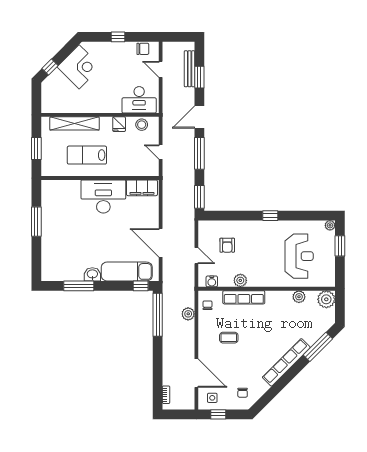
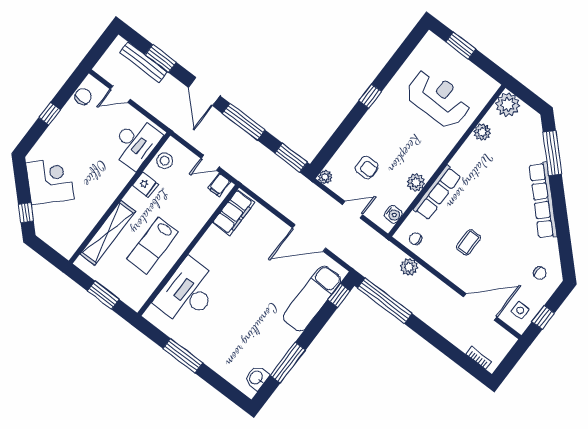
filing cabinet: (152, 167) -> (219, 185), added
desk: (103, 196) -> (188, 292), moved
plant: (330, 225) -> (325, 177), moved
washbasin: (92, 274) -> (256, 378), moved

